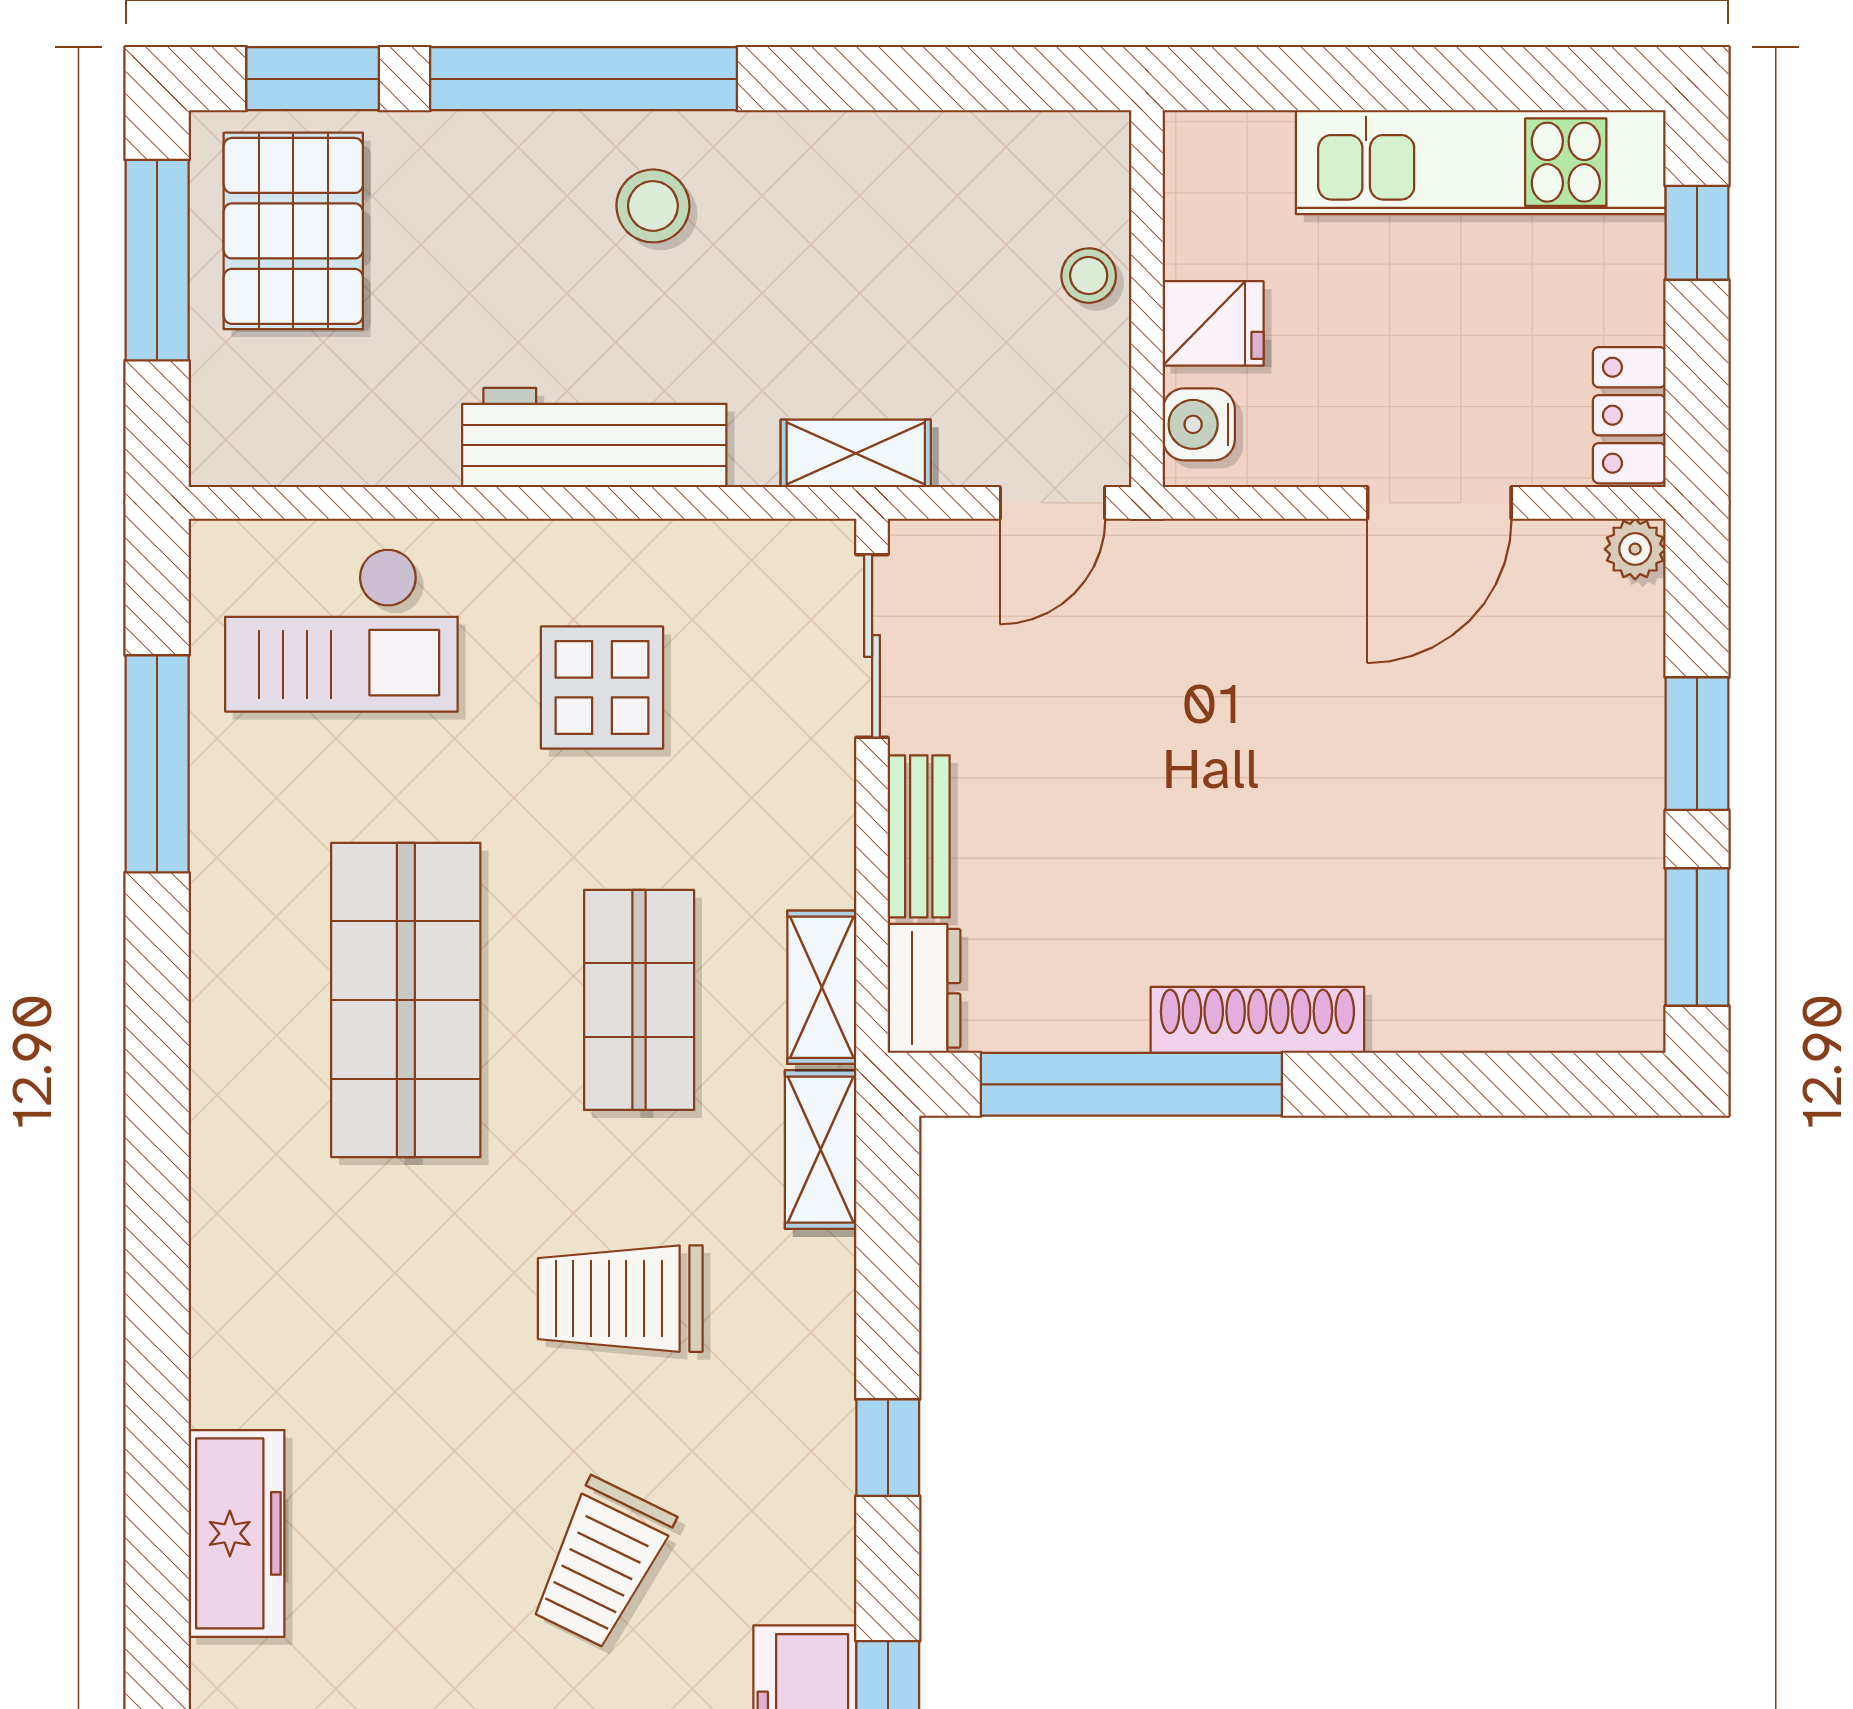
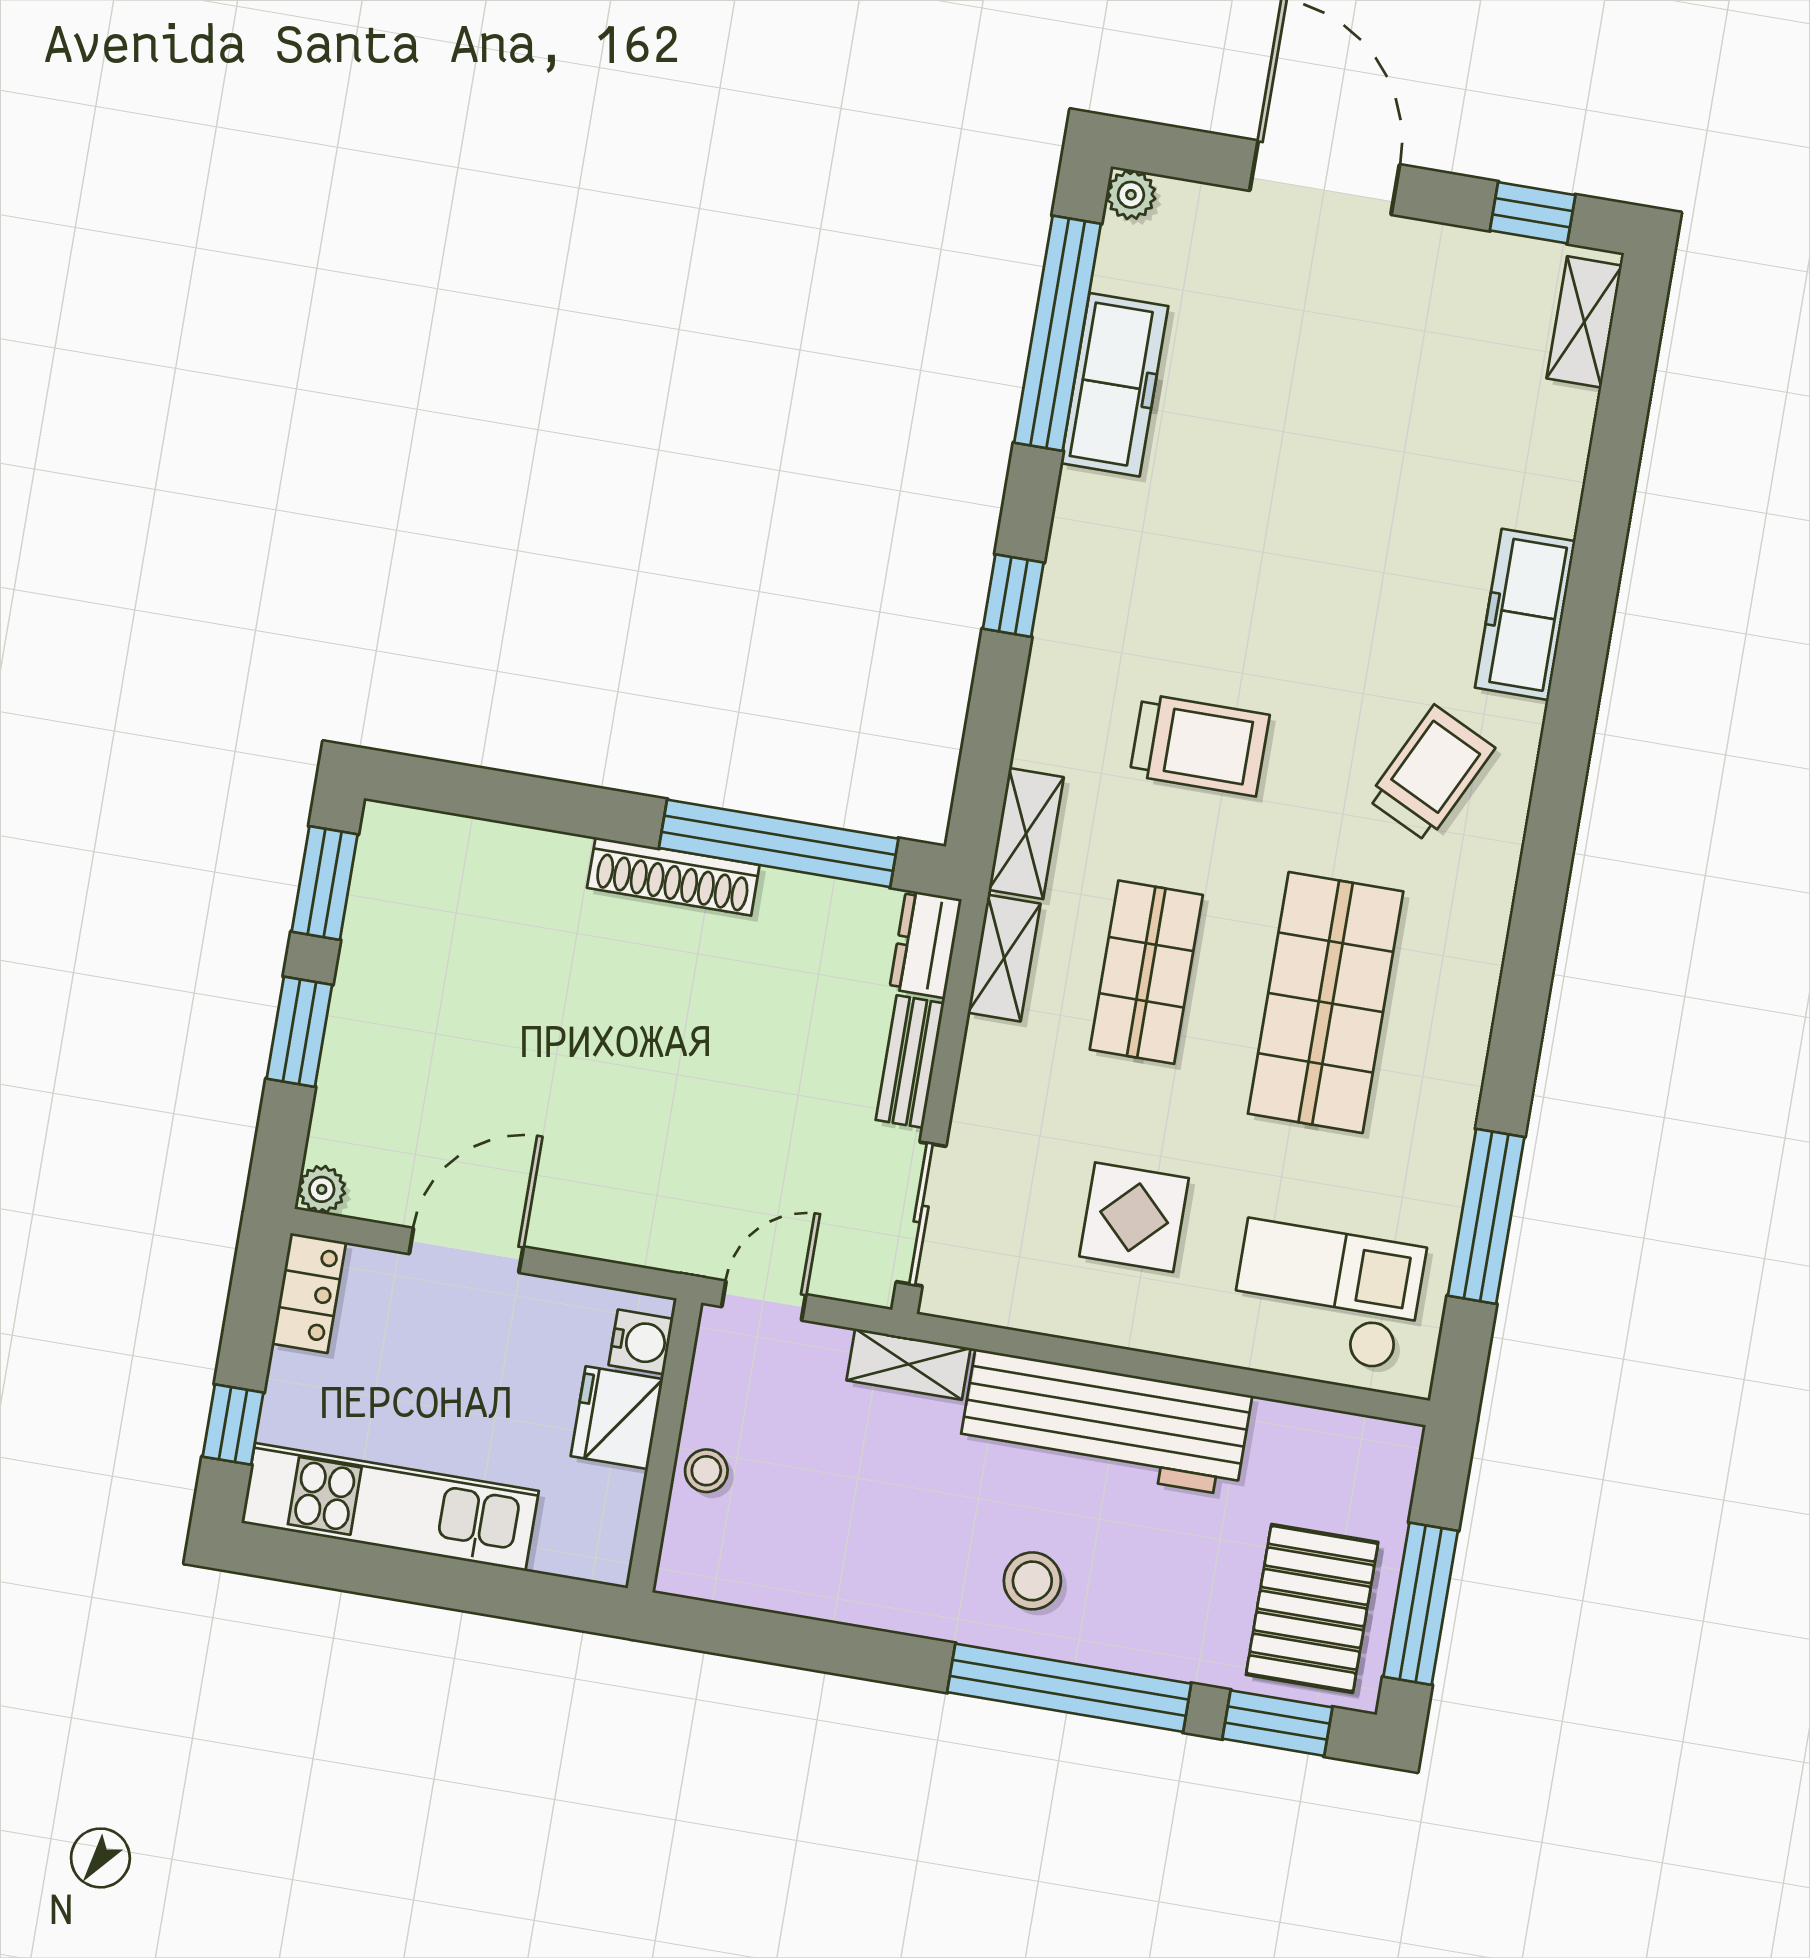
fridge: (1213, 323) -> (617, 1418), width x1.38
workbench: (594, 438) -> (1105, 1423), width x1.36, depth x1.32
trolley: (601, 1563) -> (1431, 773), moved

